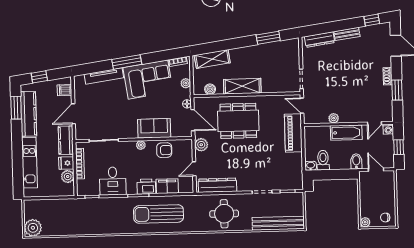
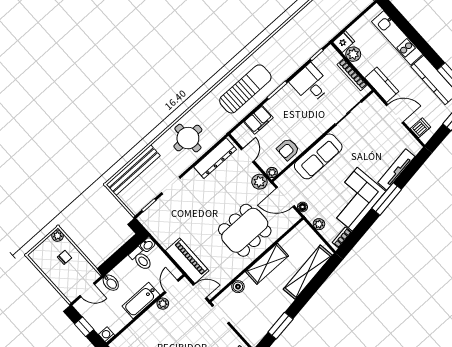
shelving: (212, 59) -> (308, 272), width x1.47
boiler: (210, 89) -> (238, 287), moved
door: (73, 114) -> (395, 114), hinge flipped
door: (374, 123) -> (172, 286), moved
sofa: (154, 128) -> (318, 156), width x1.36
plant: (141, 145) -> (272, 173), moved
fridge: (66, 163) -> (344, 42), moved
printer: (146, 186) -> (277, 104), removed
chair: (385, 218) -> (64, 257), moved

